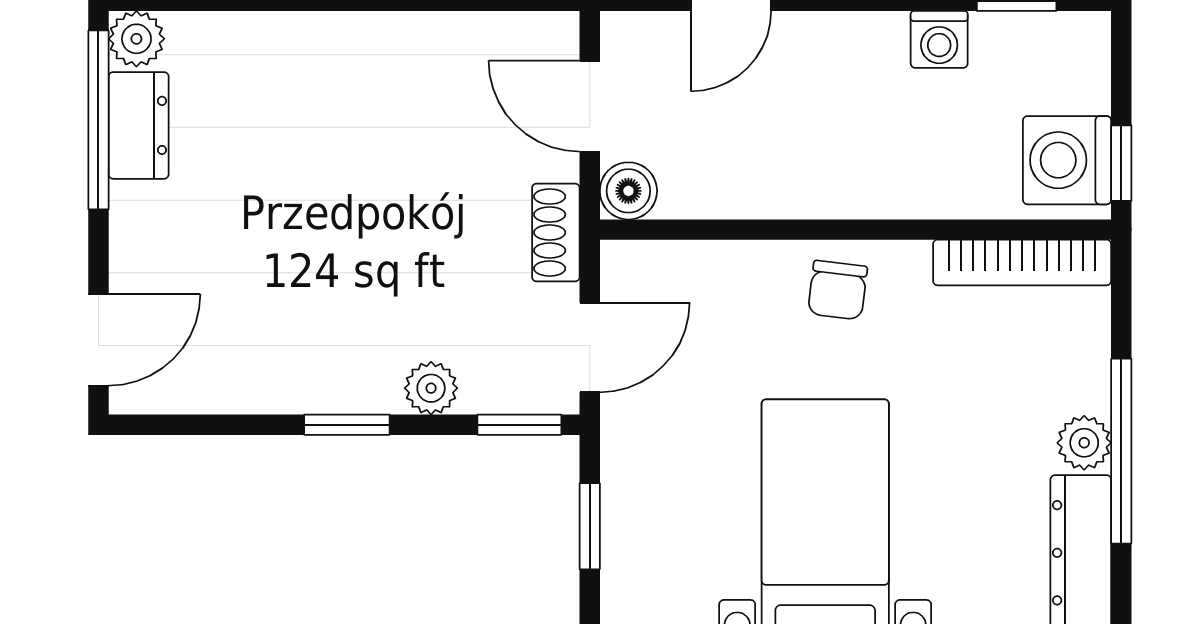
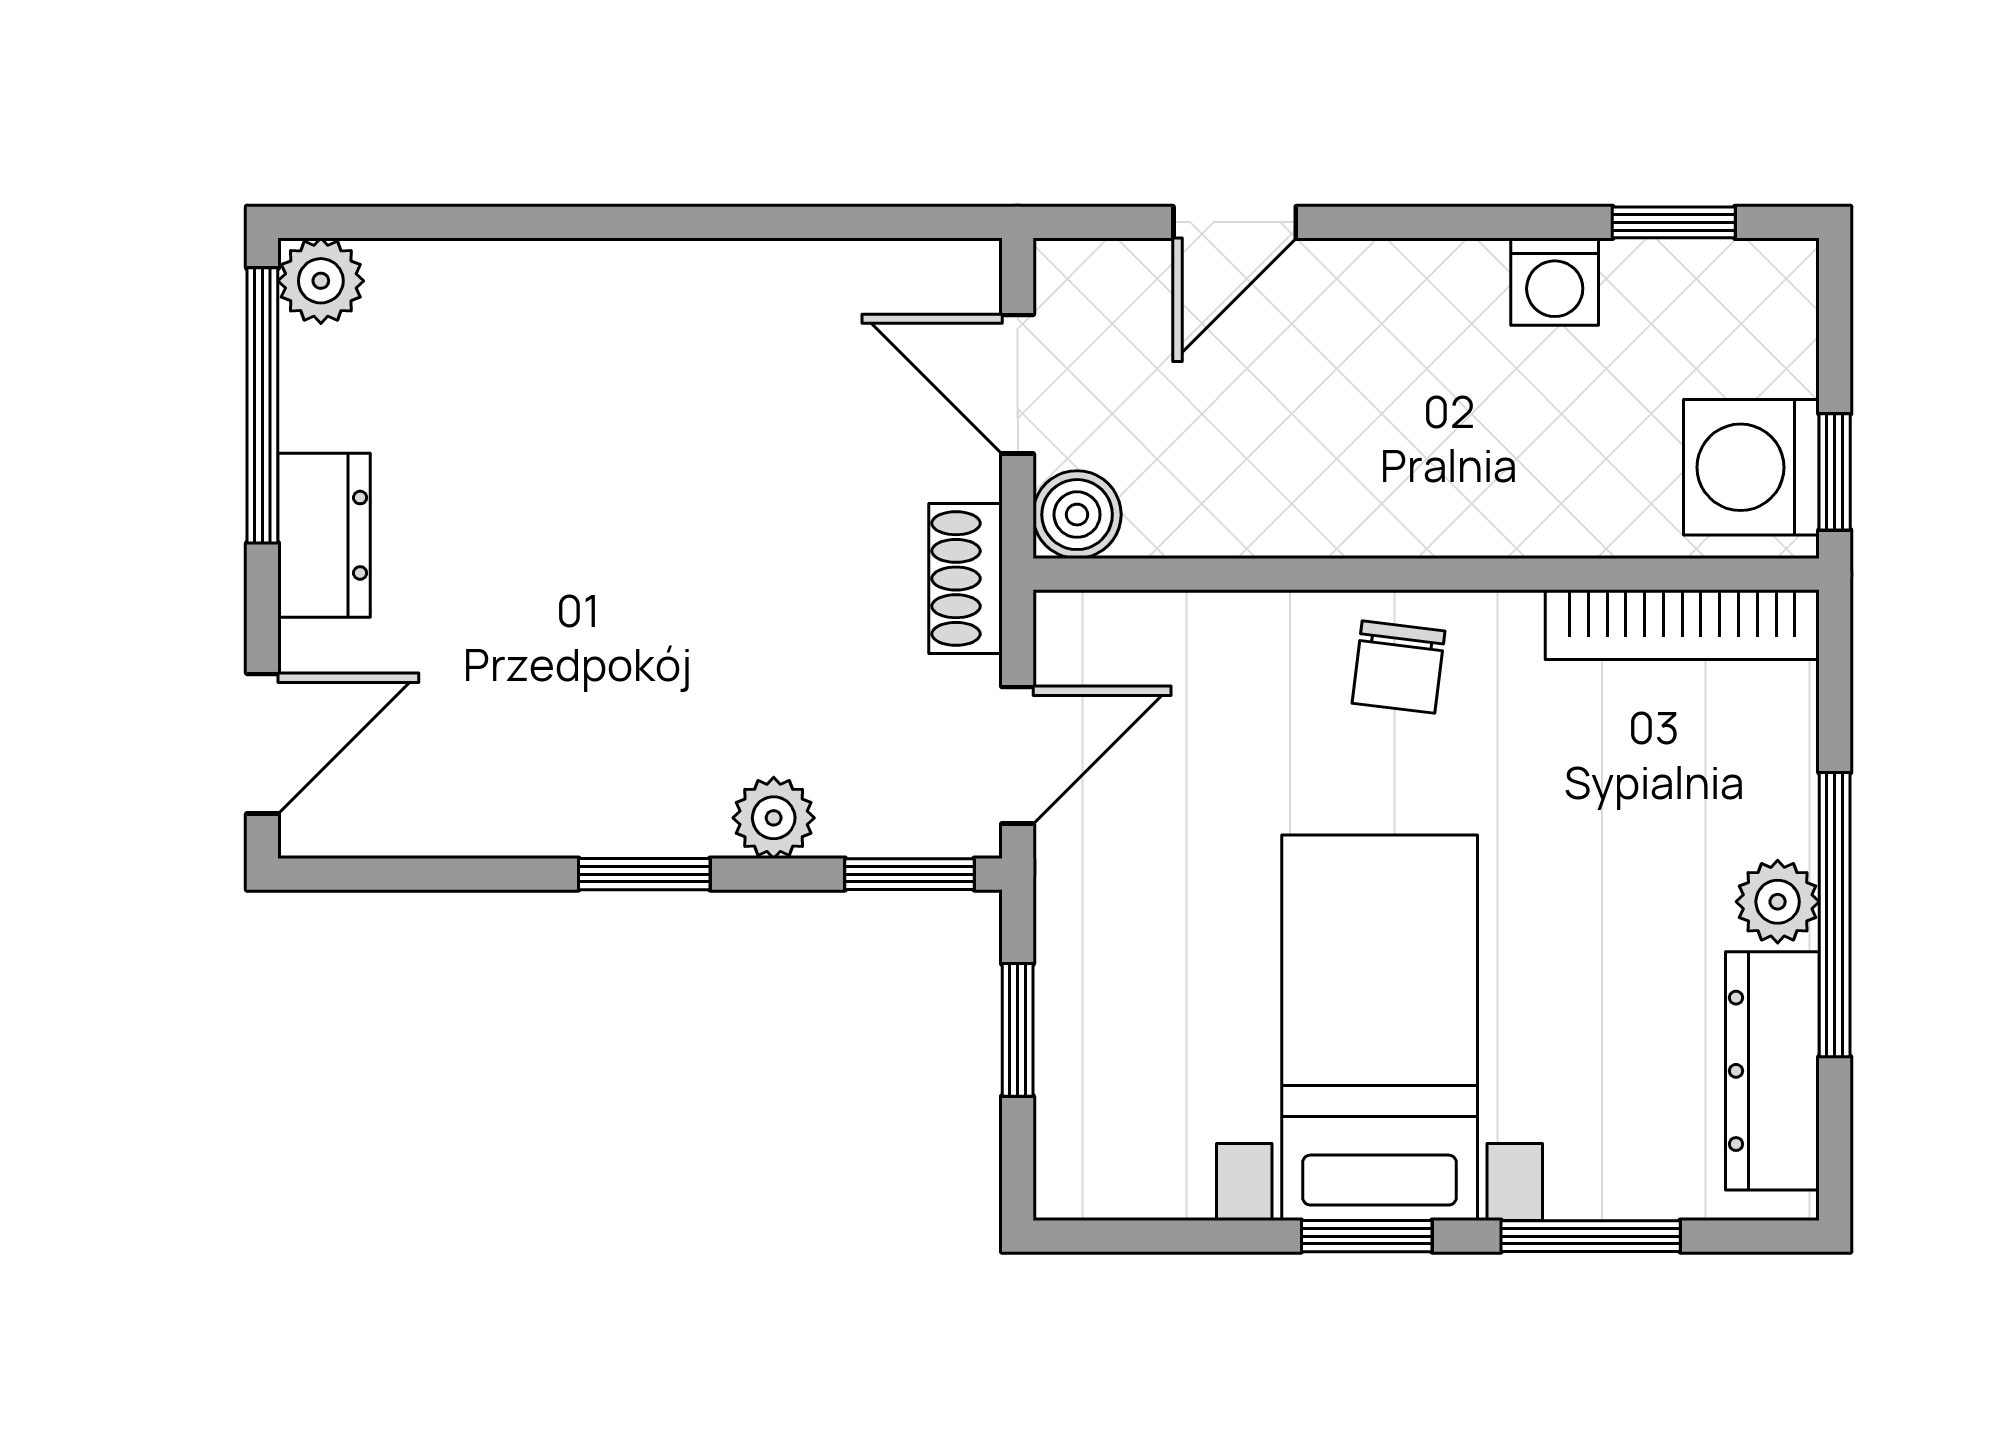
dresser: (139, 125) -> (324, 535), moved

